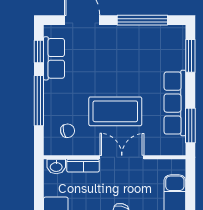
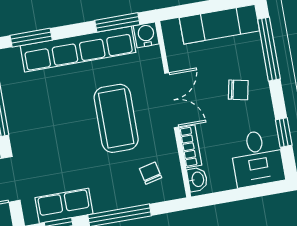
row of seats: (175, 103) -> (78, 49), width x1.36
water cooler: (177, 146) -> (146, 35), added
double door: (122, 157) -> (172, 100), swing flipped

